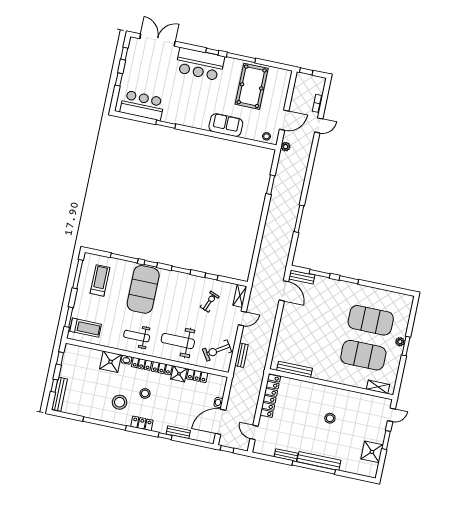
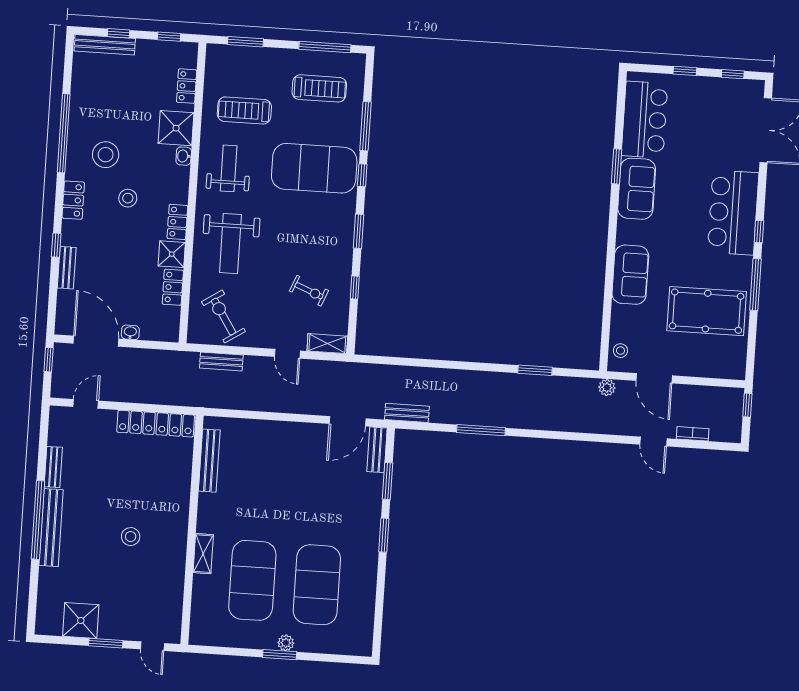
sofa: (179, 115) -> (637, 189), added
bench: (284, 258) -> (407, 413), added
treadmill: (86, 328) -> (244, 110), moved, turned 90
weight bench: (178, 341) -> (230, 244), turned 180
locker: (142, 364) -> (187, 86), moved
shelving: (378, 387) -> (203, 554), moved

